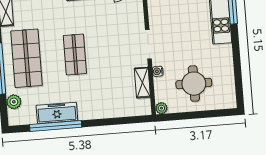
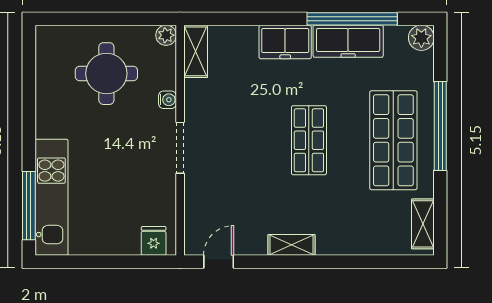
shelving: (142, 83) -> (196, 51), moved
plant: (14, 102) -> (421, 38), moved
freezer: (93, 110) -> (285, 42), added

